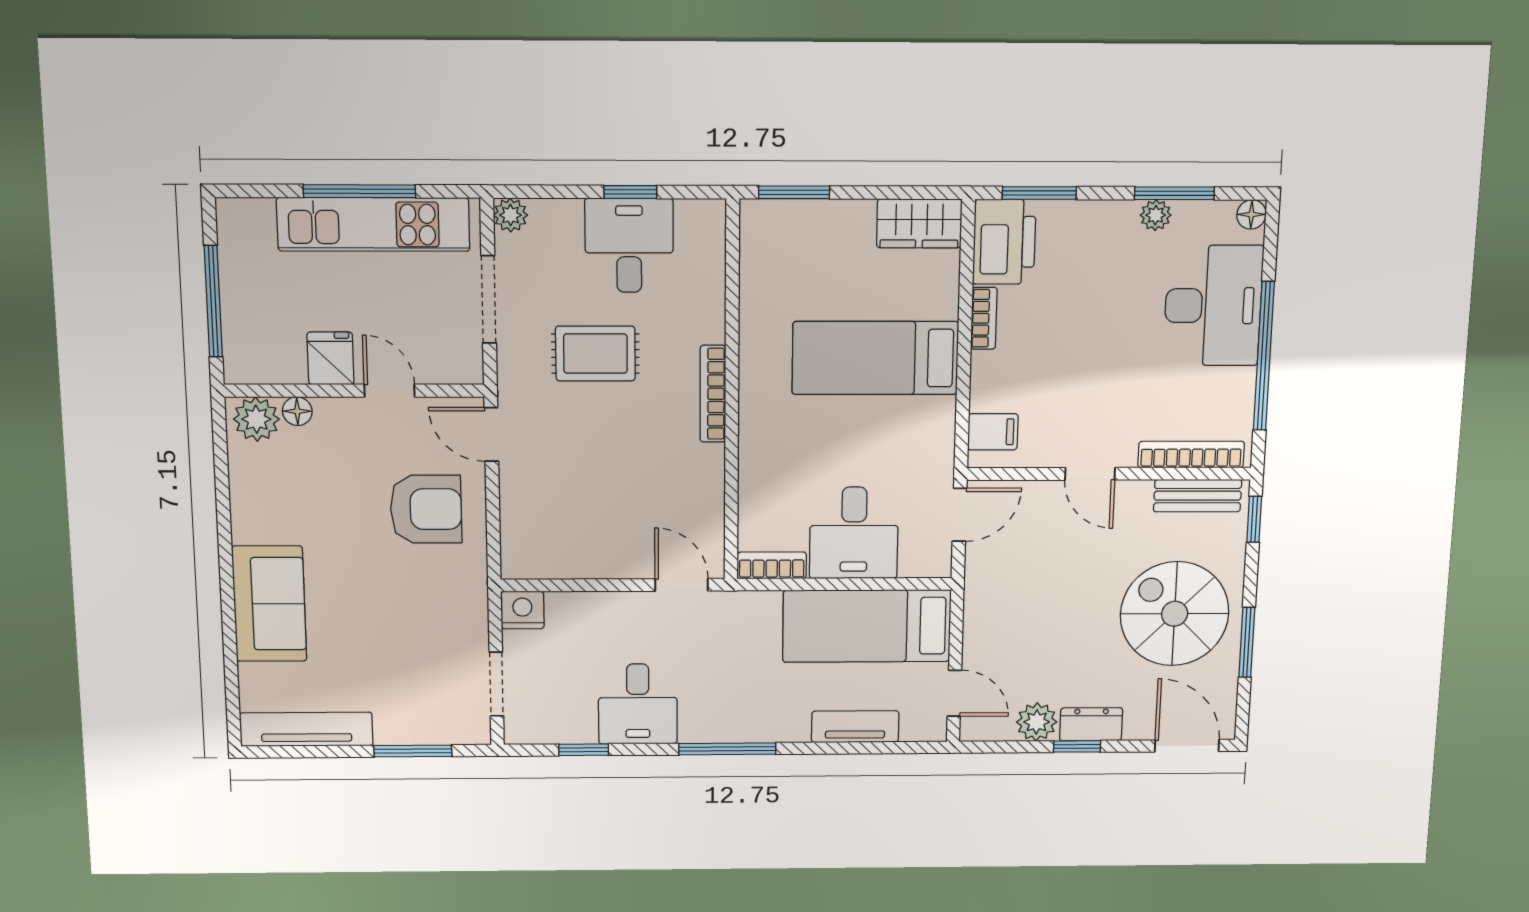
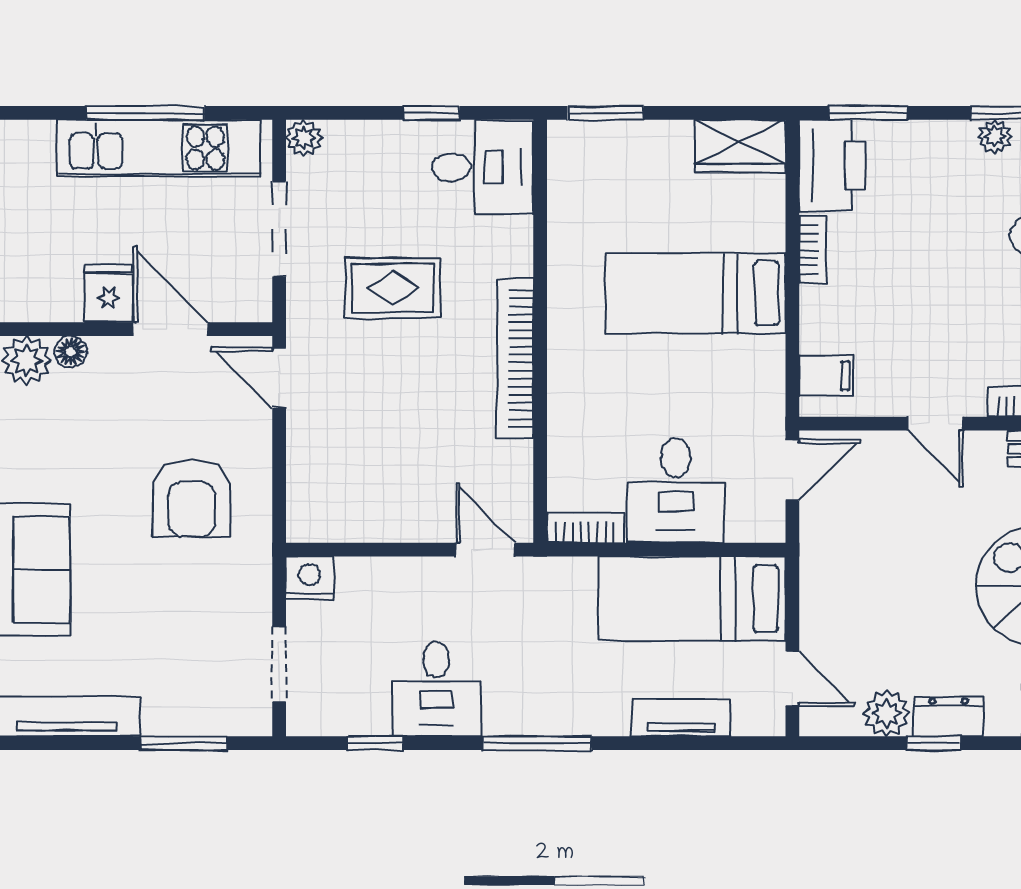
desk: (629, 245) -> (483, 167), moved, turned 90
door: (389, 391) -> (170, 329), width x1.38
bookcase: (713, 394) -> (515, 359), width x1.48, depth x1.31
armchair: (426, 509) -> (192, 498), moved, turned 90

